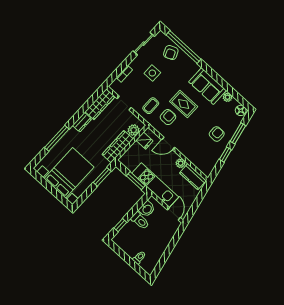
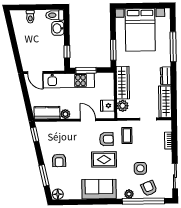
side table: (152, 73) -> (140, 168), moved
plant: (228, 97) -> (129, 194), moved
armchair: (168, 117) -> (106, 139), turned -90
door: (168, 144) -> (88, 120), hinge flipped
window: (225, 155) -> (35, 134), moved
washbasin: (147, 209) -> (58, 28), moved
toilet: (140, 221) -> (55, 15), moved
window: (120, 225) -> (67, 52), moved

